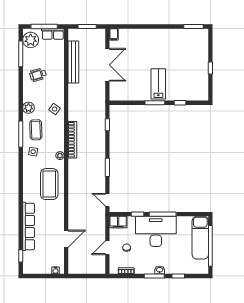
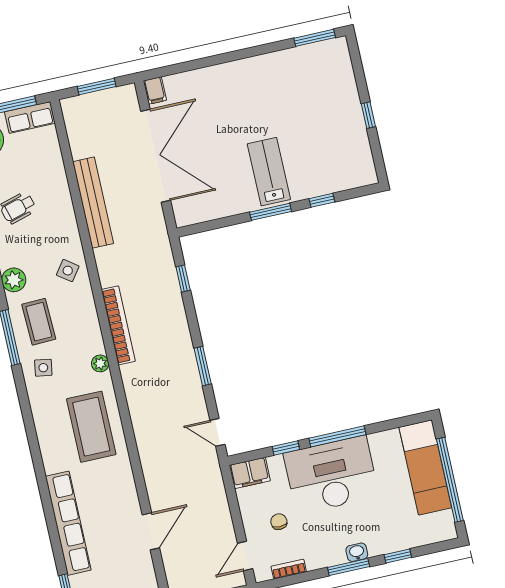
bench: (73, 62) -> (93, 203), moved
double door: (107, 65) -> (156, 156), width x1.36
door: (107, 248) -> (245, 556), moved

